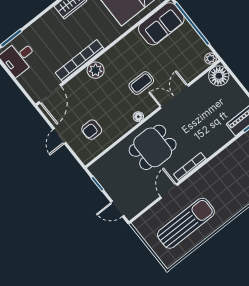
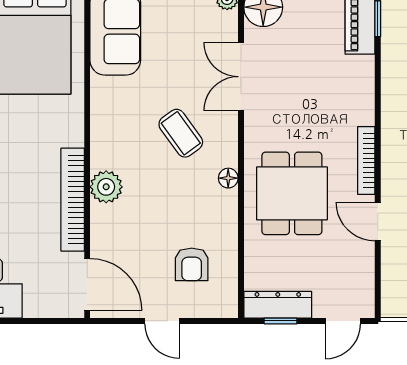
coffee table: (141, 83) -> (181, 133), turned -36
double door: (174, 97) -> (241, 77), moved
dresser: (103, 177) -> (278, 305), added

